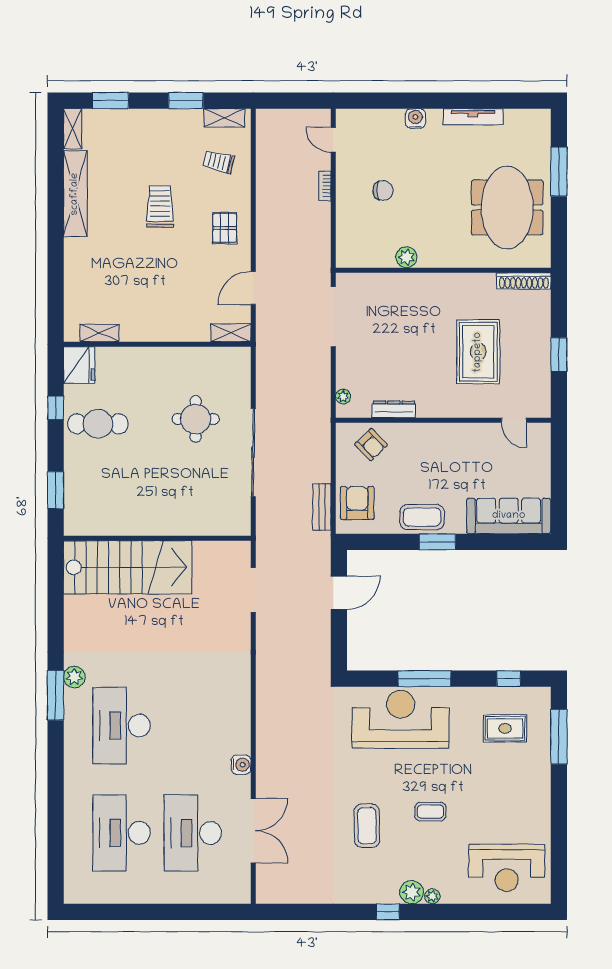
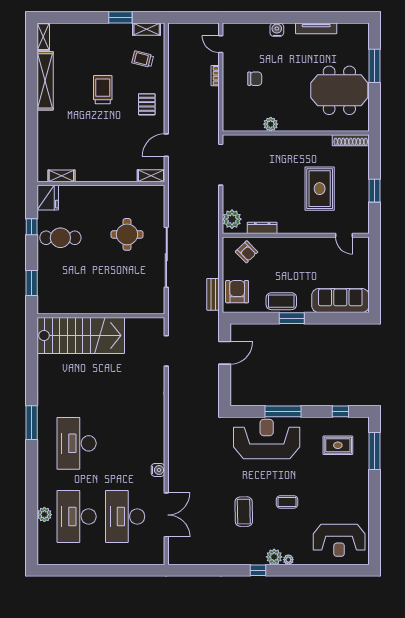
window: (111, 101) -> (69, 17), removed
meeting table: (507, 208) -> (339, 90), turned 90
plant: (343, 397) -> (232, 219), width x1.87, depth x1.87
plant: (74, 677) -> (44, 515), moved

